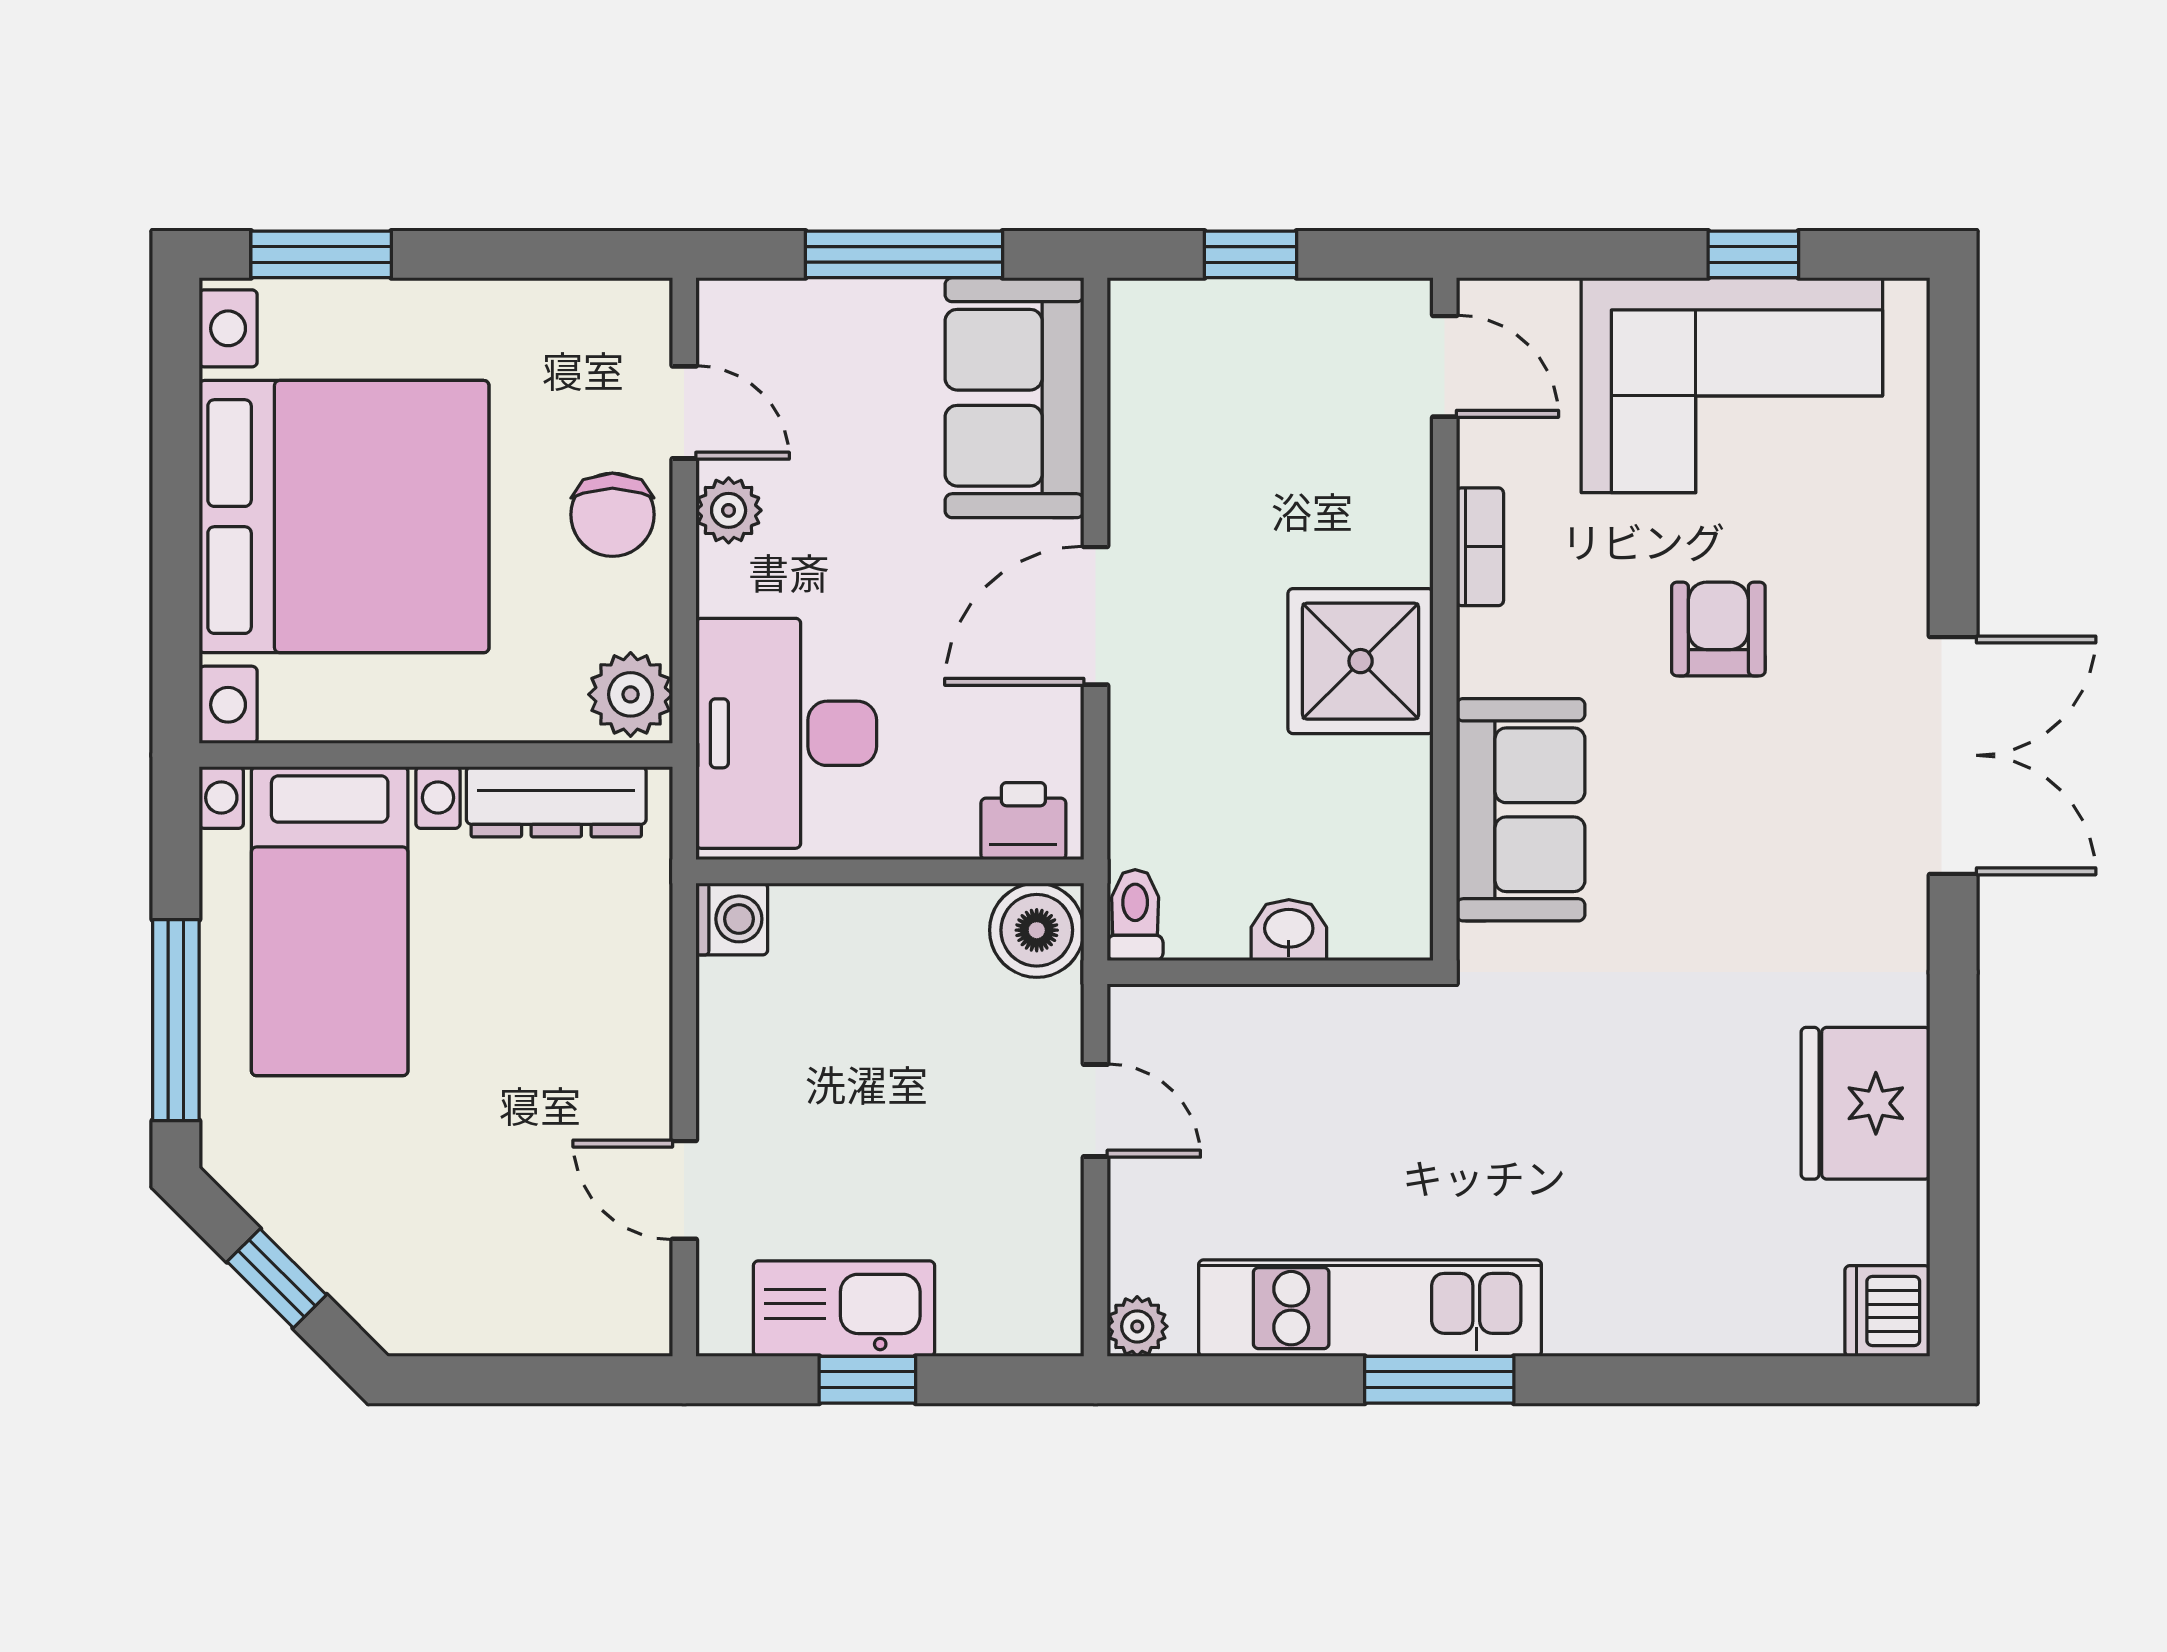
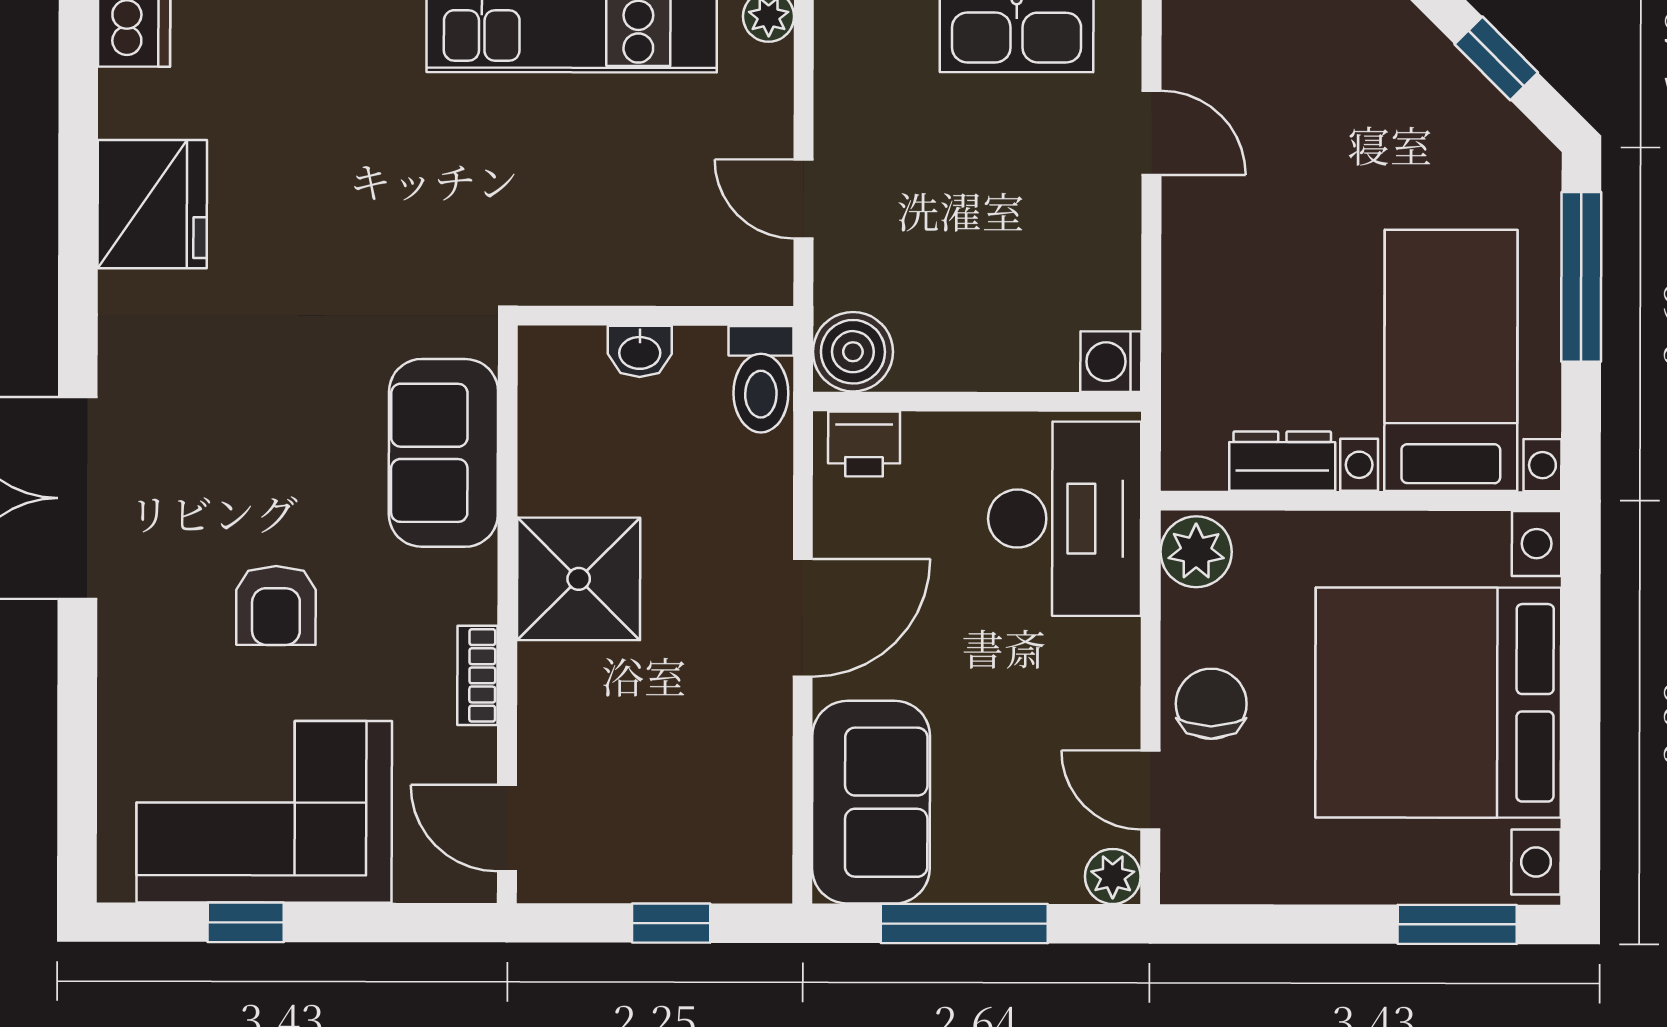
plant: (729, 510) -> (1113, 876), moved
dresser: (556, 802) -> (1282, 461), width x0.70
toilet: (1135, 915) -> (761, 379), width x1.37, depth x1.39

